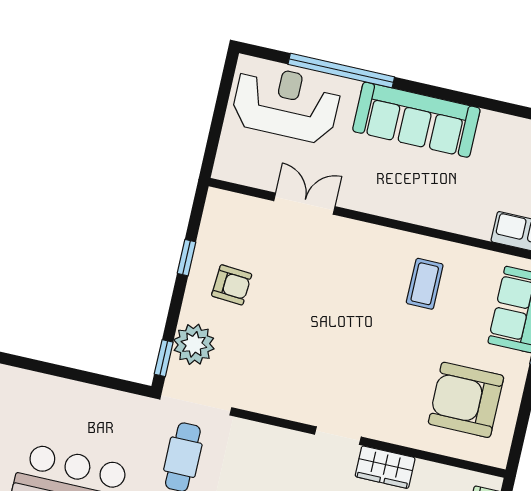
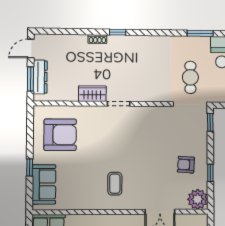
coffee table: (425, 284) -> (115, 184), moved
plant: (194, 344) -> (198, 199), moved

